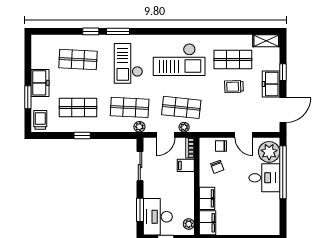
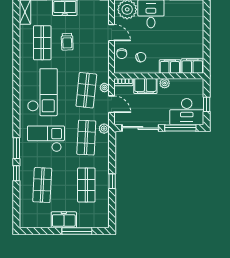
checkout: (128, 63) -> (46, 139), turned 180
window: (28, 97) -> (77, 231), width x1.44
trolley: (40, 120) -> (98, 220), removed
door: (244, 135) -> (112, 33), hinge flipped
filing cabinet: (186, 165) -> (145, 86), width x2.00
sliding door: (140, 166) -> (140, 128), width x1.37
window: (140, 210) -> (180, 128), width x1.44
plant: (189, 224) -> (165, 83), moved

